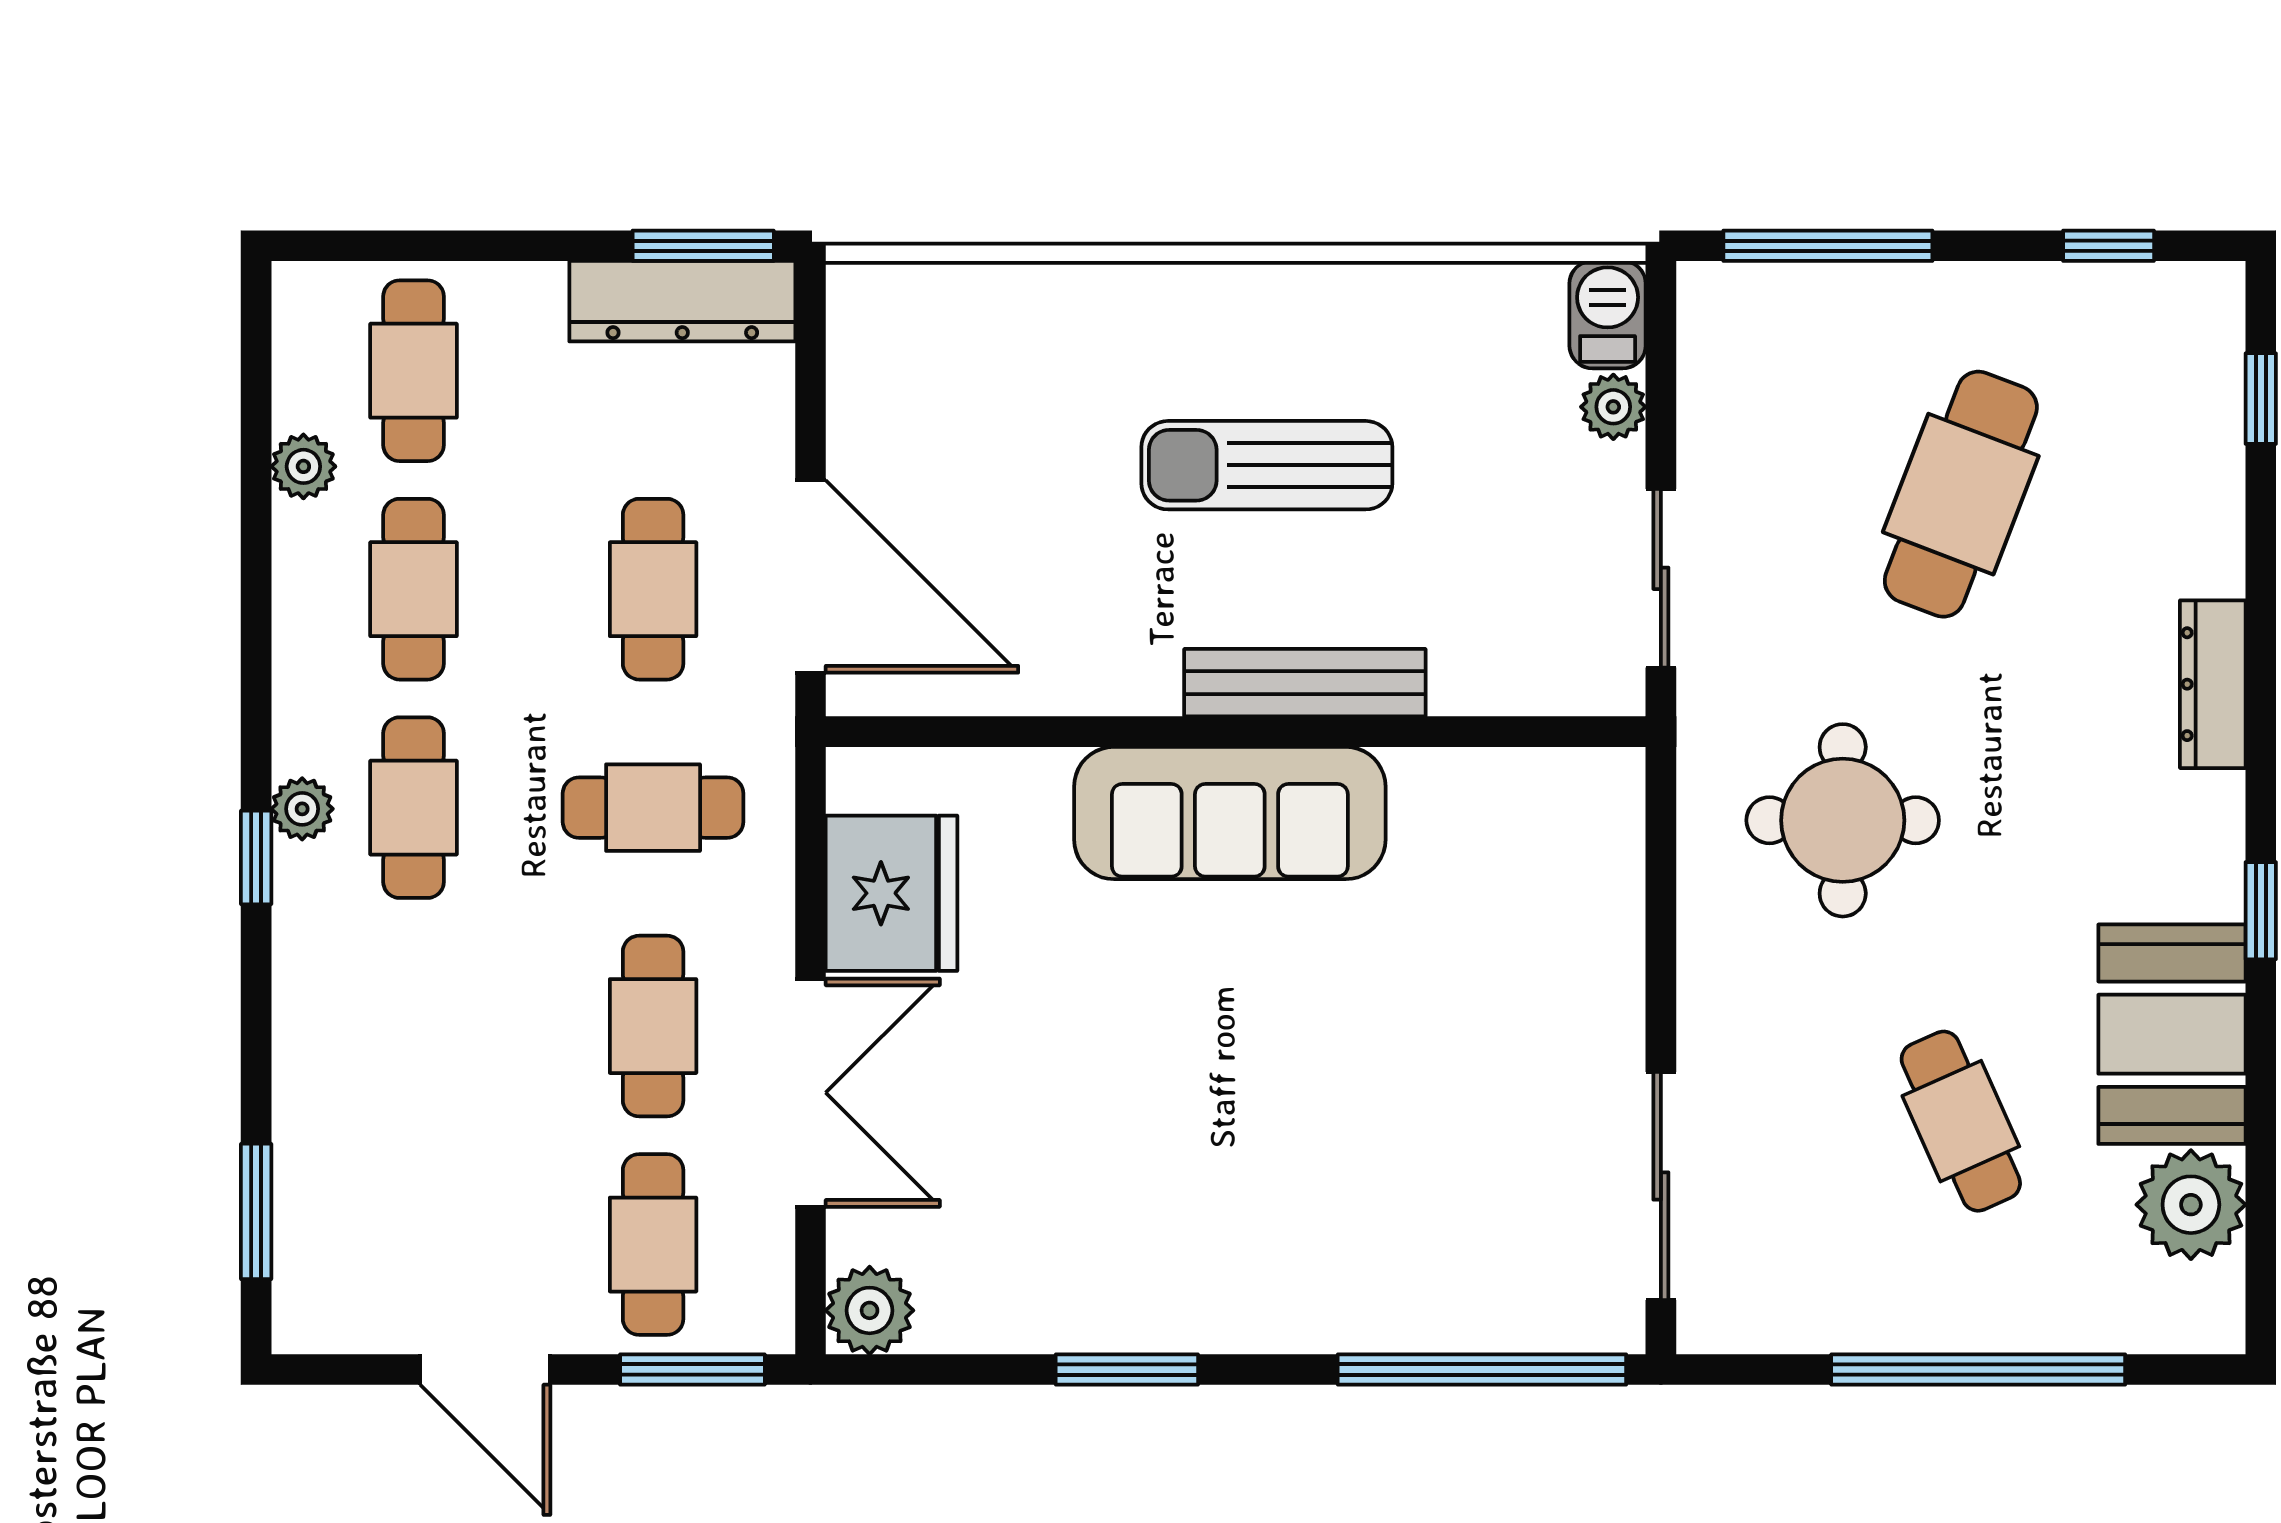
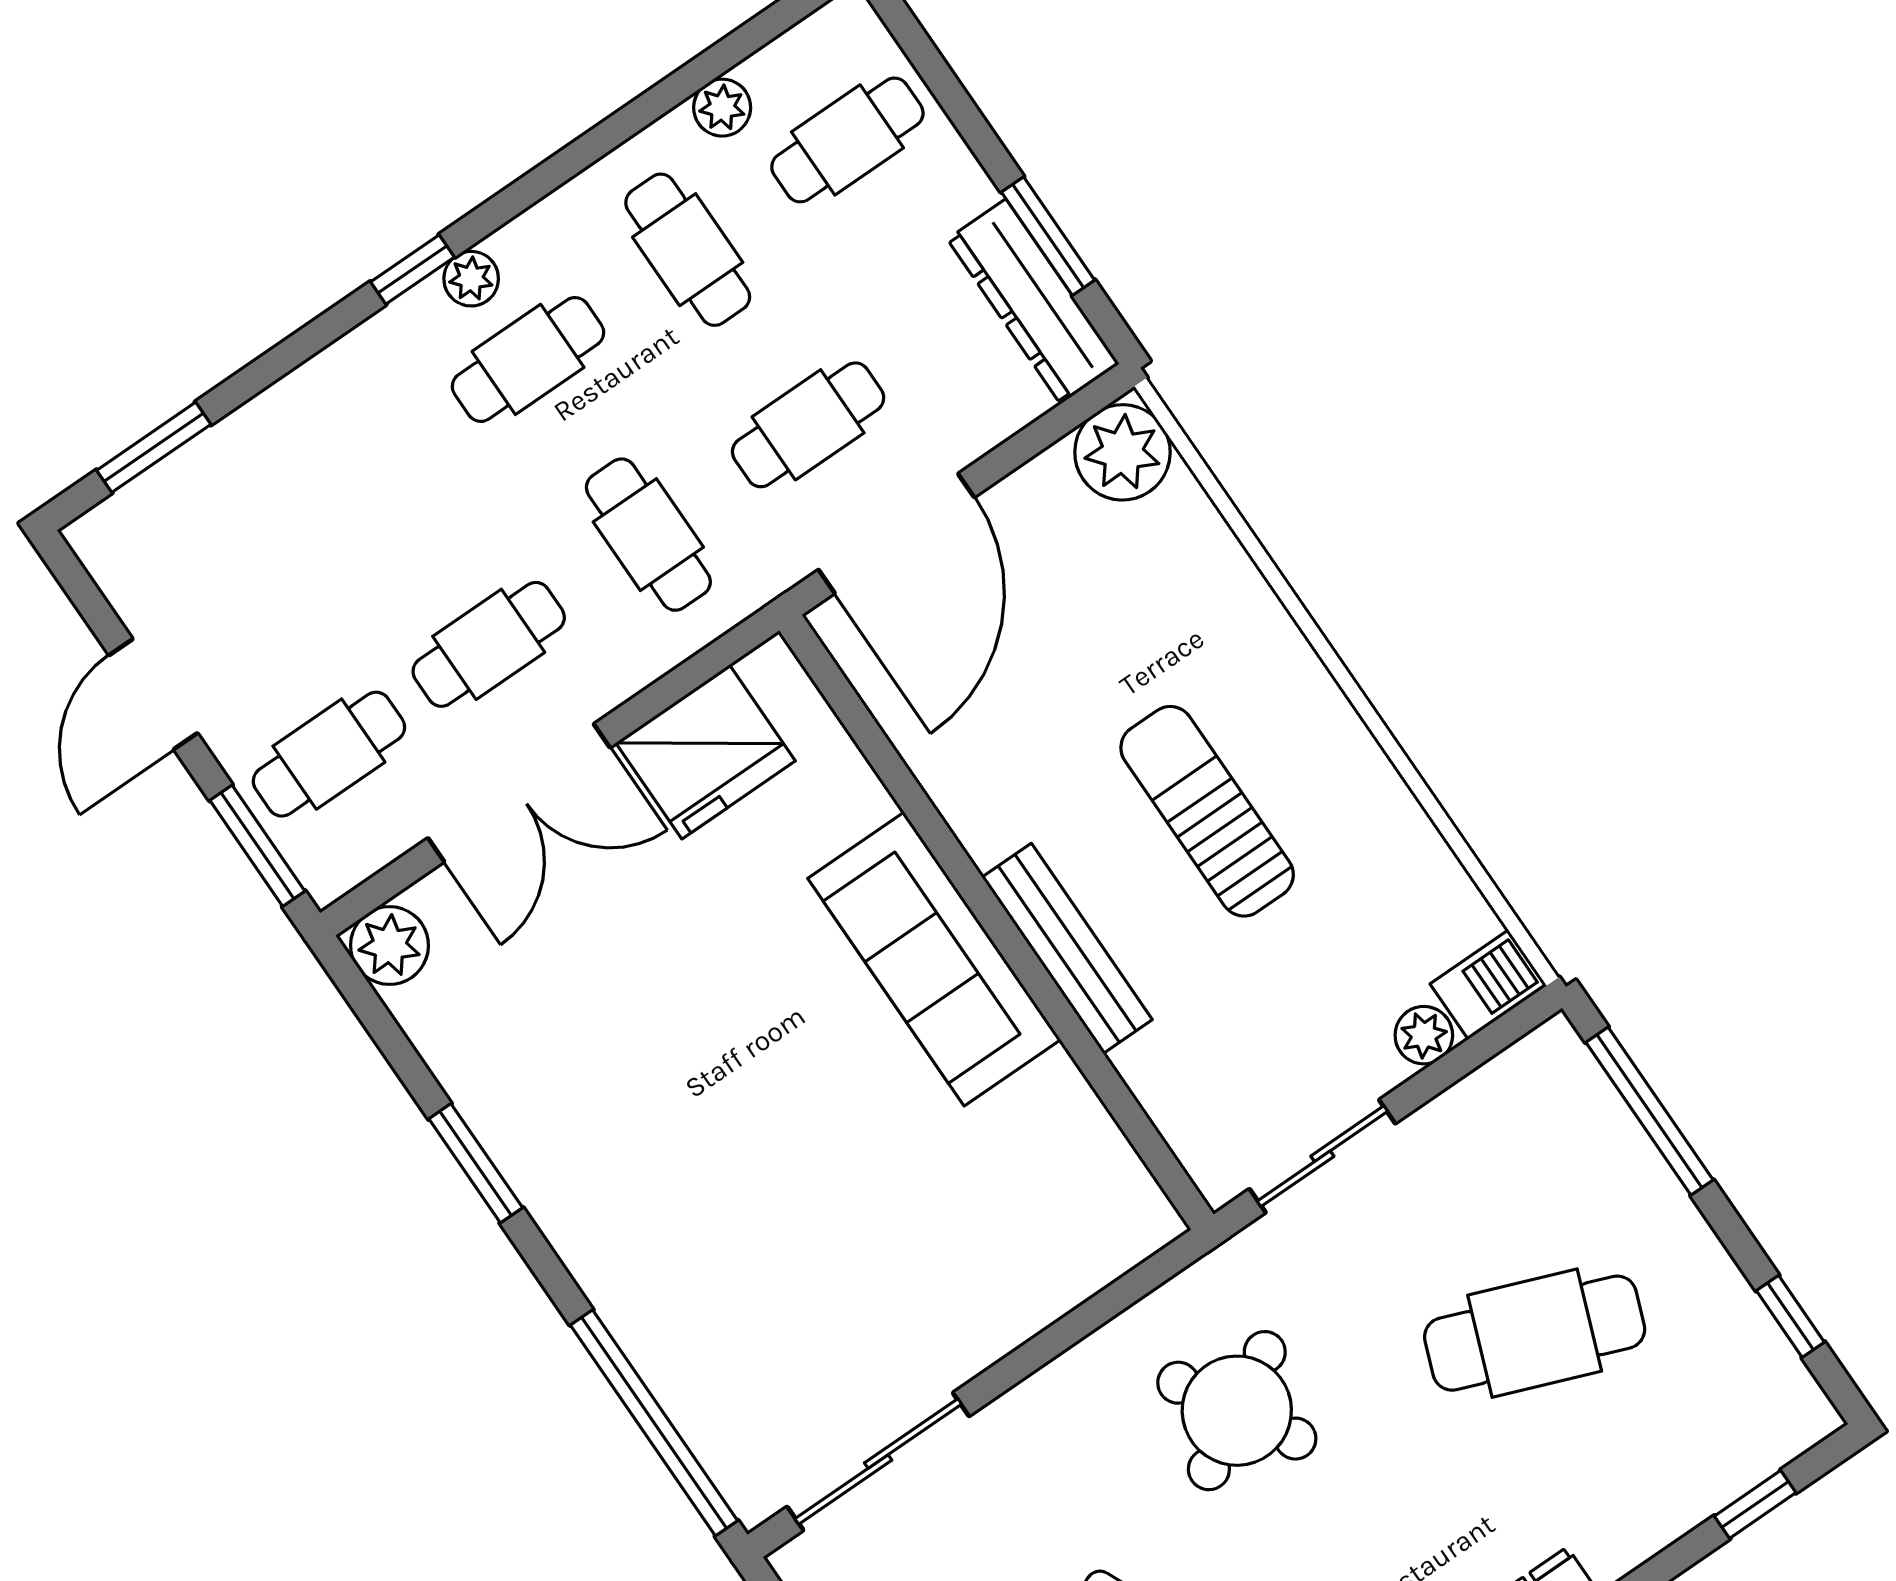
window: (703, 246) -> (1048, 236), moved
plant: (879, 315) -> (1122, 452), added
cafe table: (414, 589) -> (688, 250), turned 90
round table: (1843, 820) -> (1237, 1411), turned -30

